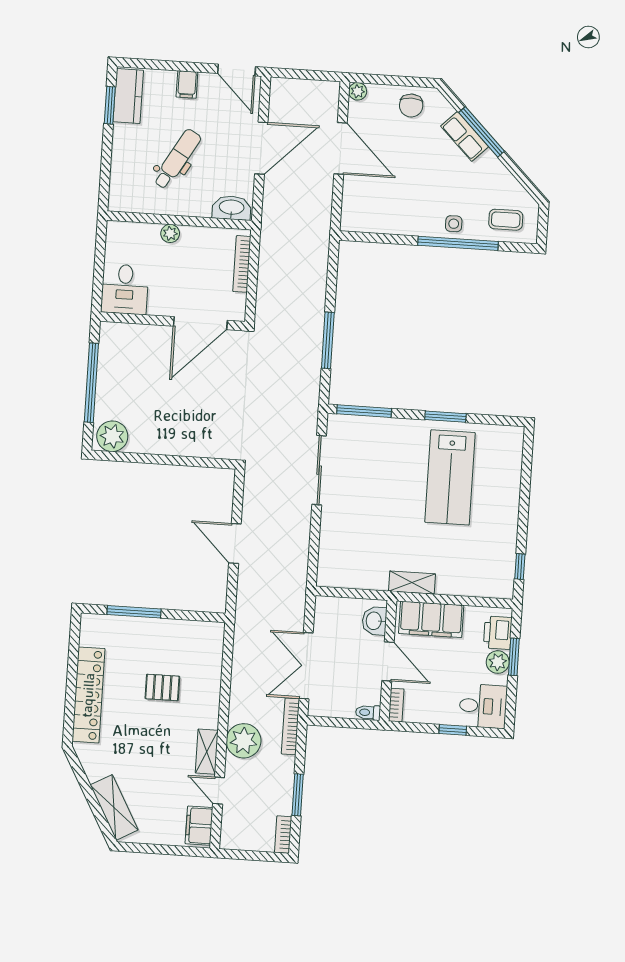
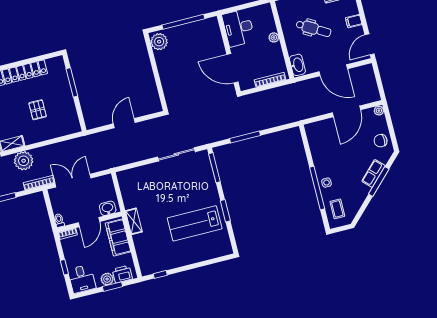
desk: (125, 289) -> (238, 28), width x1.37

